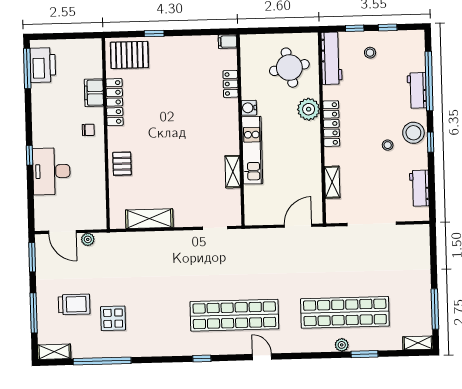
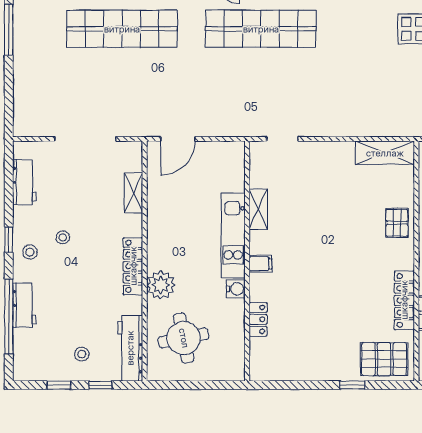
filing cabinet: (228, 42) -> (260, 264), moved
stool: (413, 133) -> (30, 252), width x0.53, depth x0.53
shelving: (149, 219) -> (385, 153), moved

